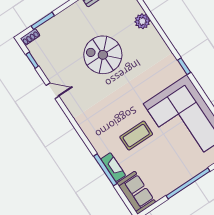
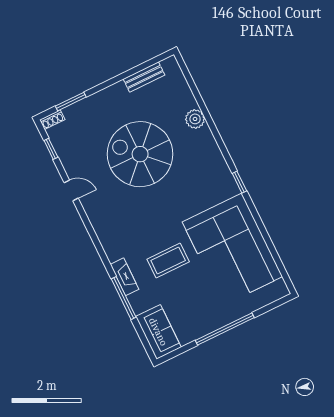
spiral stairs: (103, 55) -> (140, 154), width x1.37, depth x1.37
fireplace: (113, 167) -> (124, 277), moved

